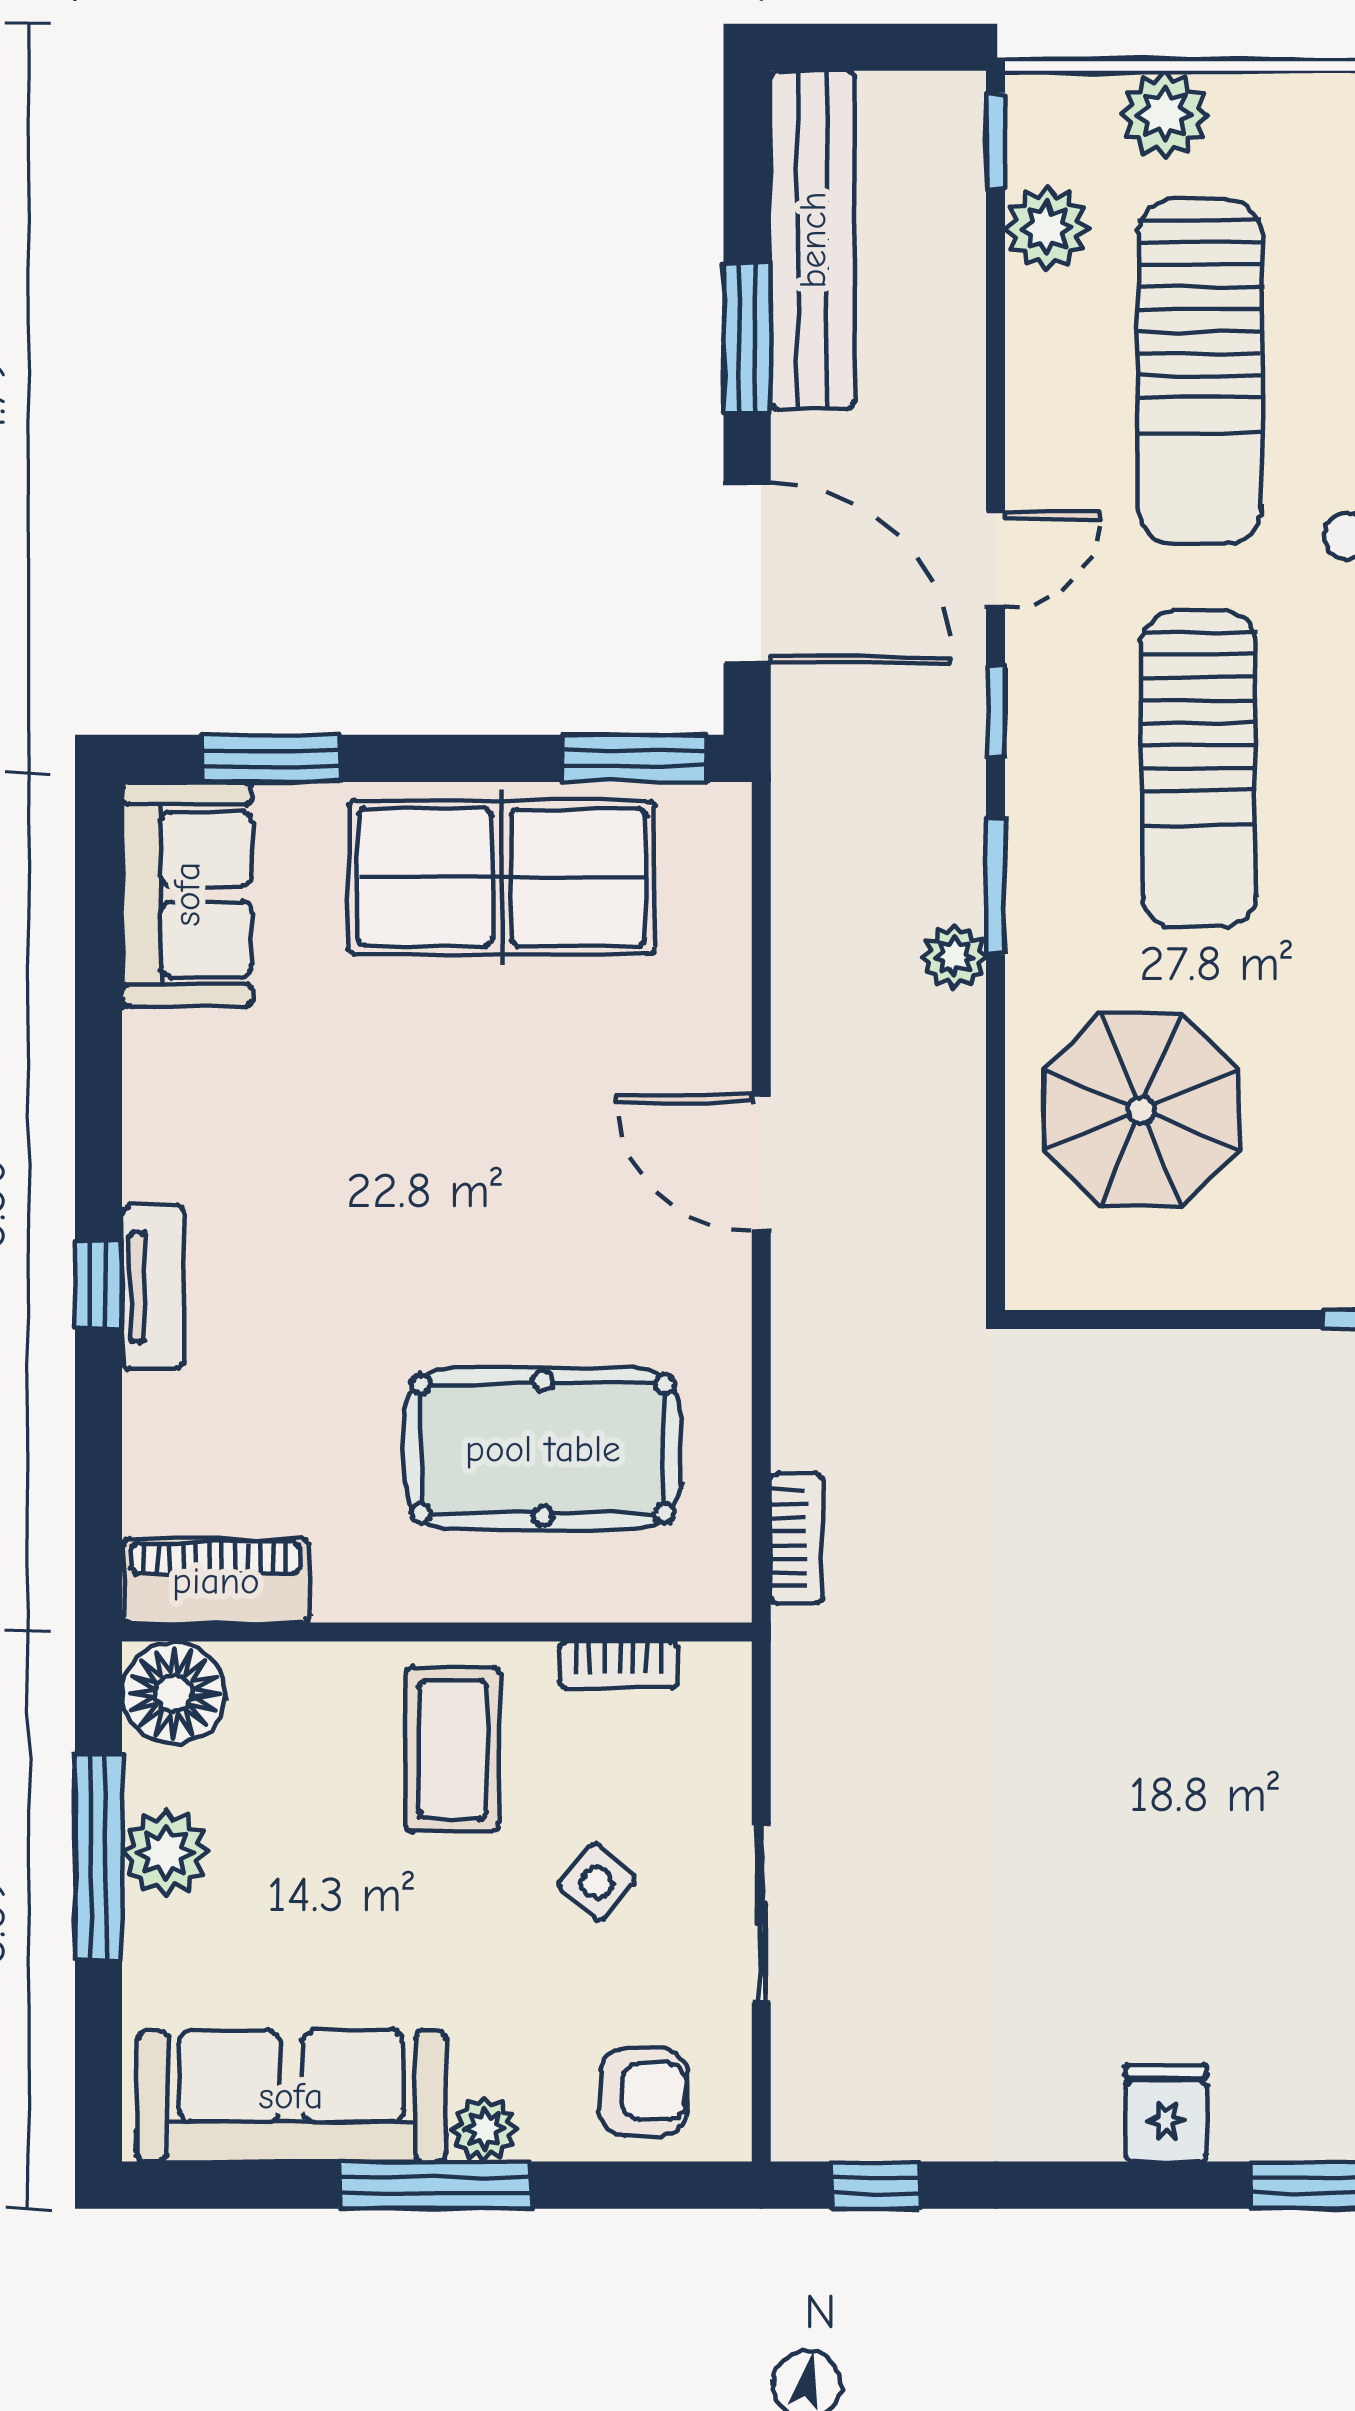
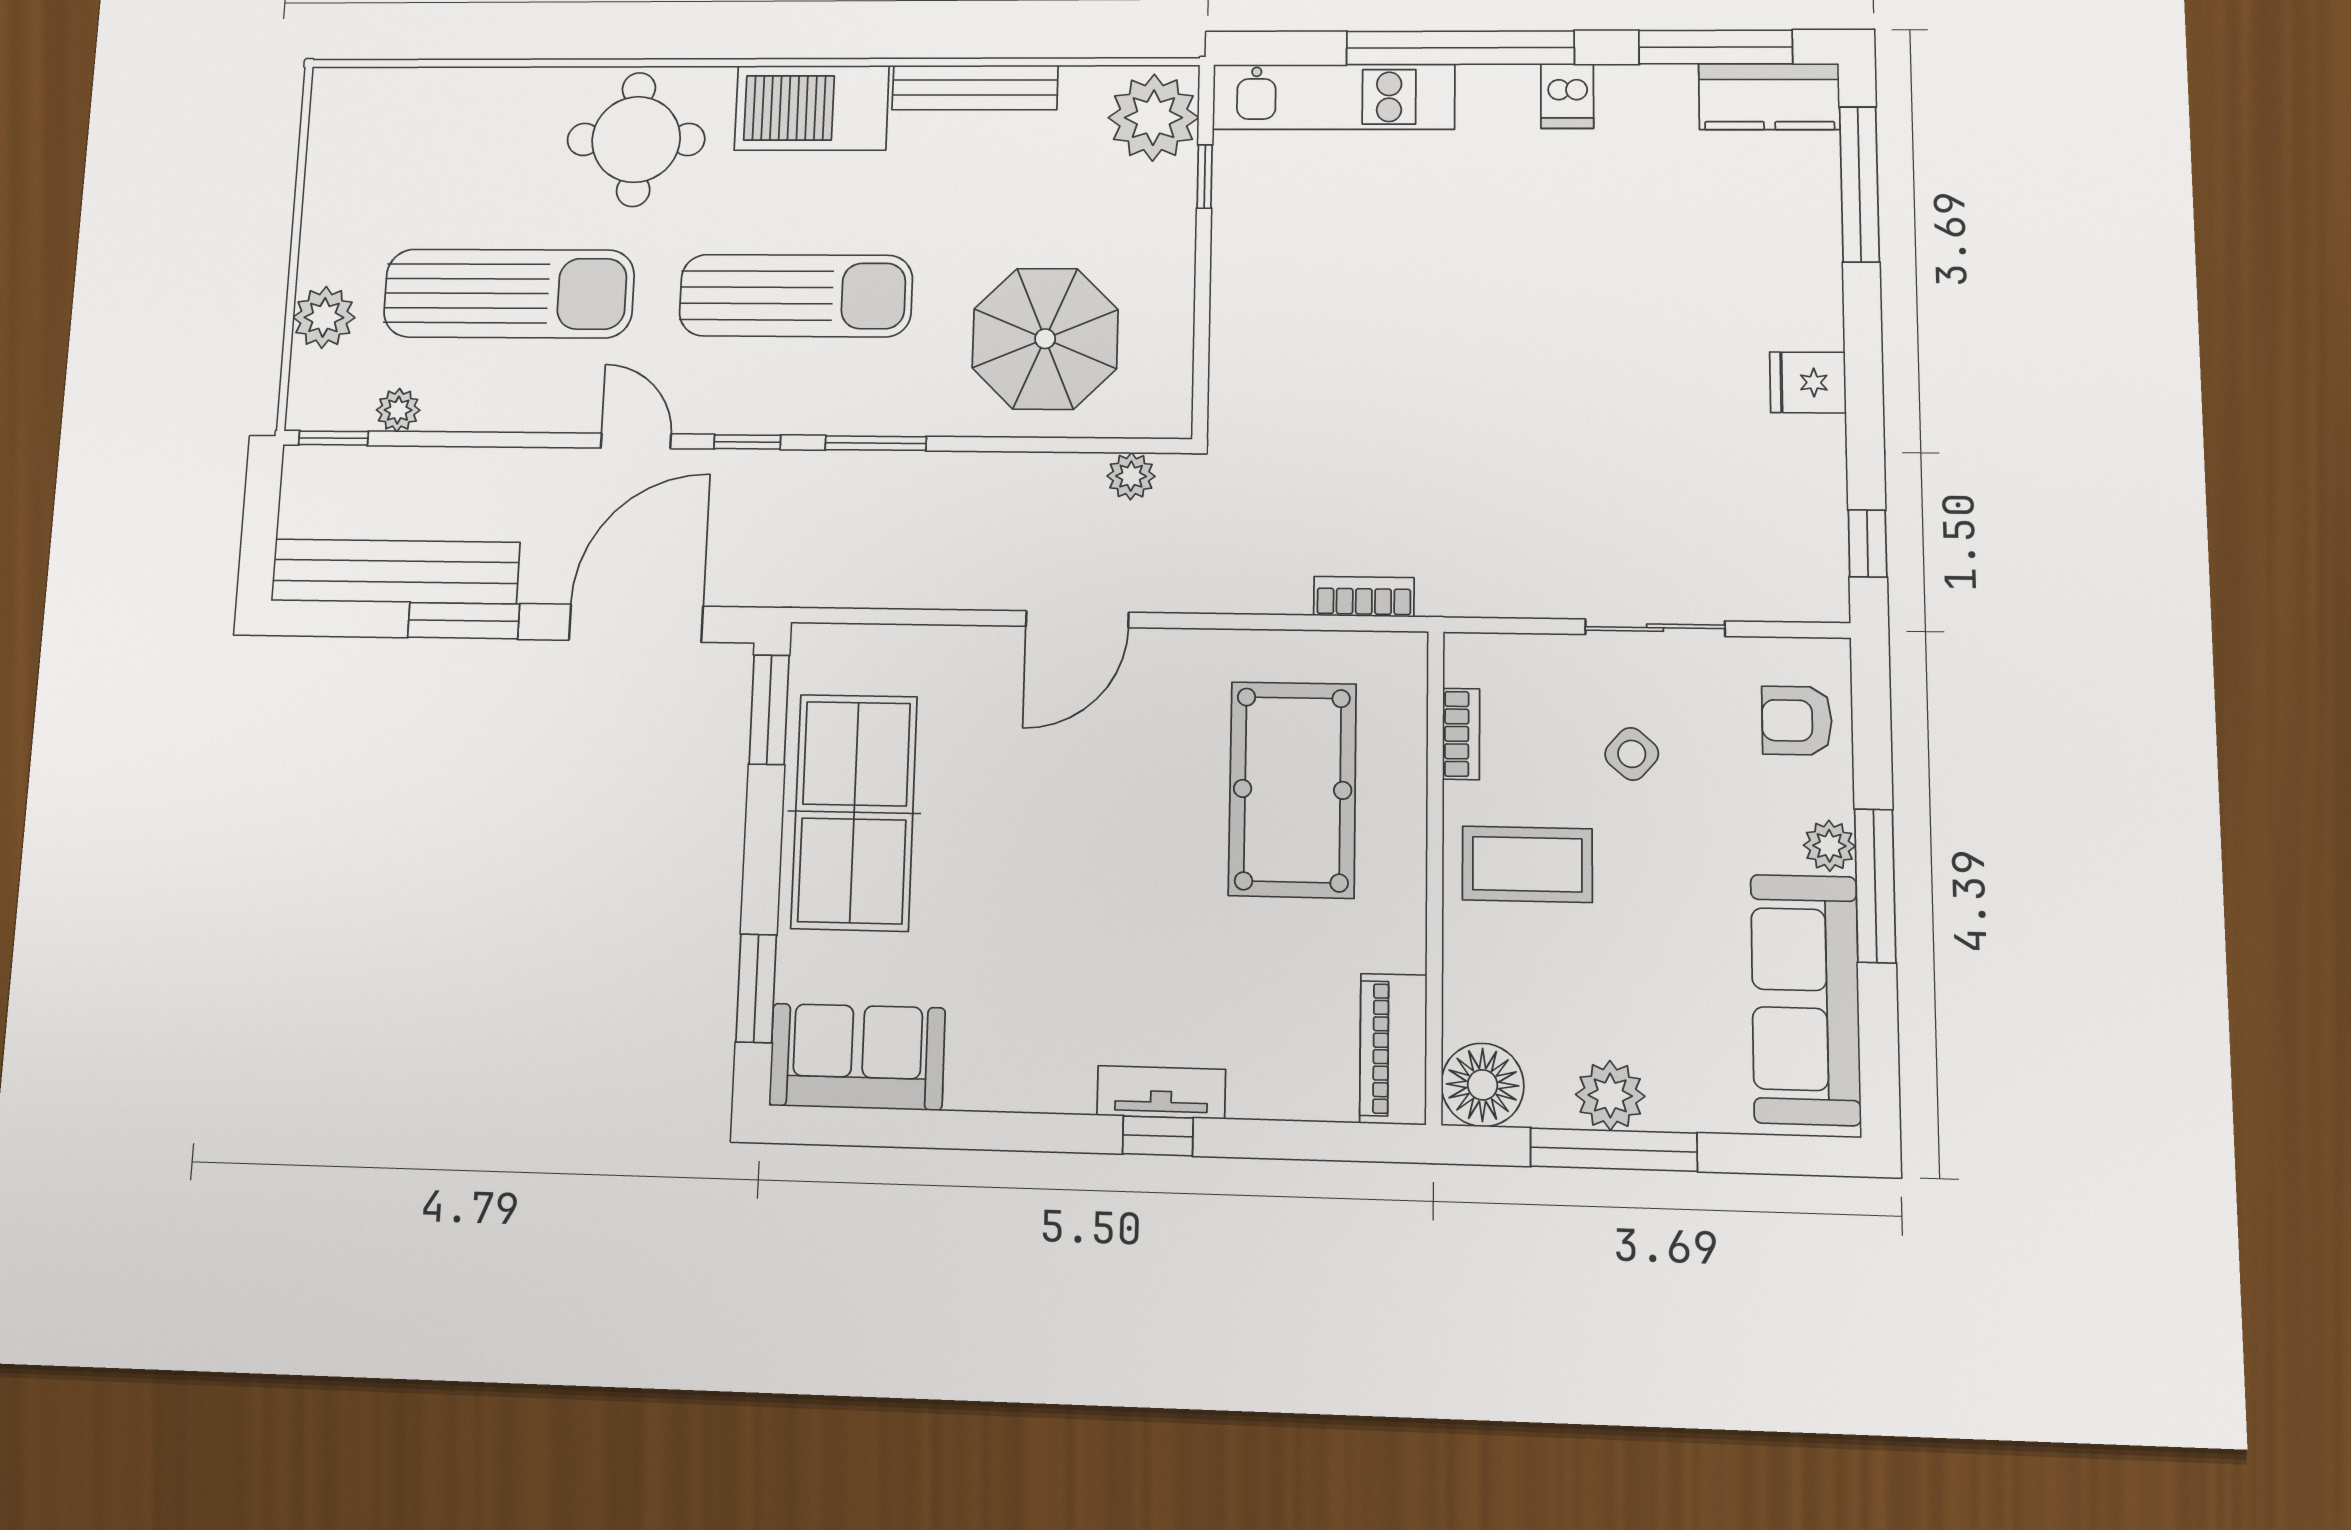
plant: (1047, 228) -> (398, 410), width x0.73, depth x0.73
plant: (954, 957) -> (1131, 476), moved
armchair: (644, 2091) -> (1797, 721), turned -90
fridge: (1166, 2113) -> (1808, 382), moved

